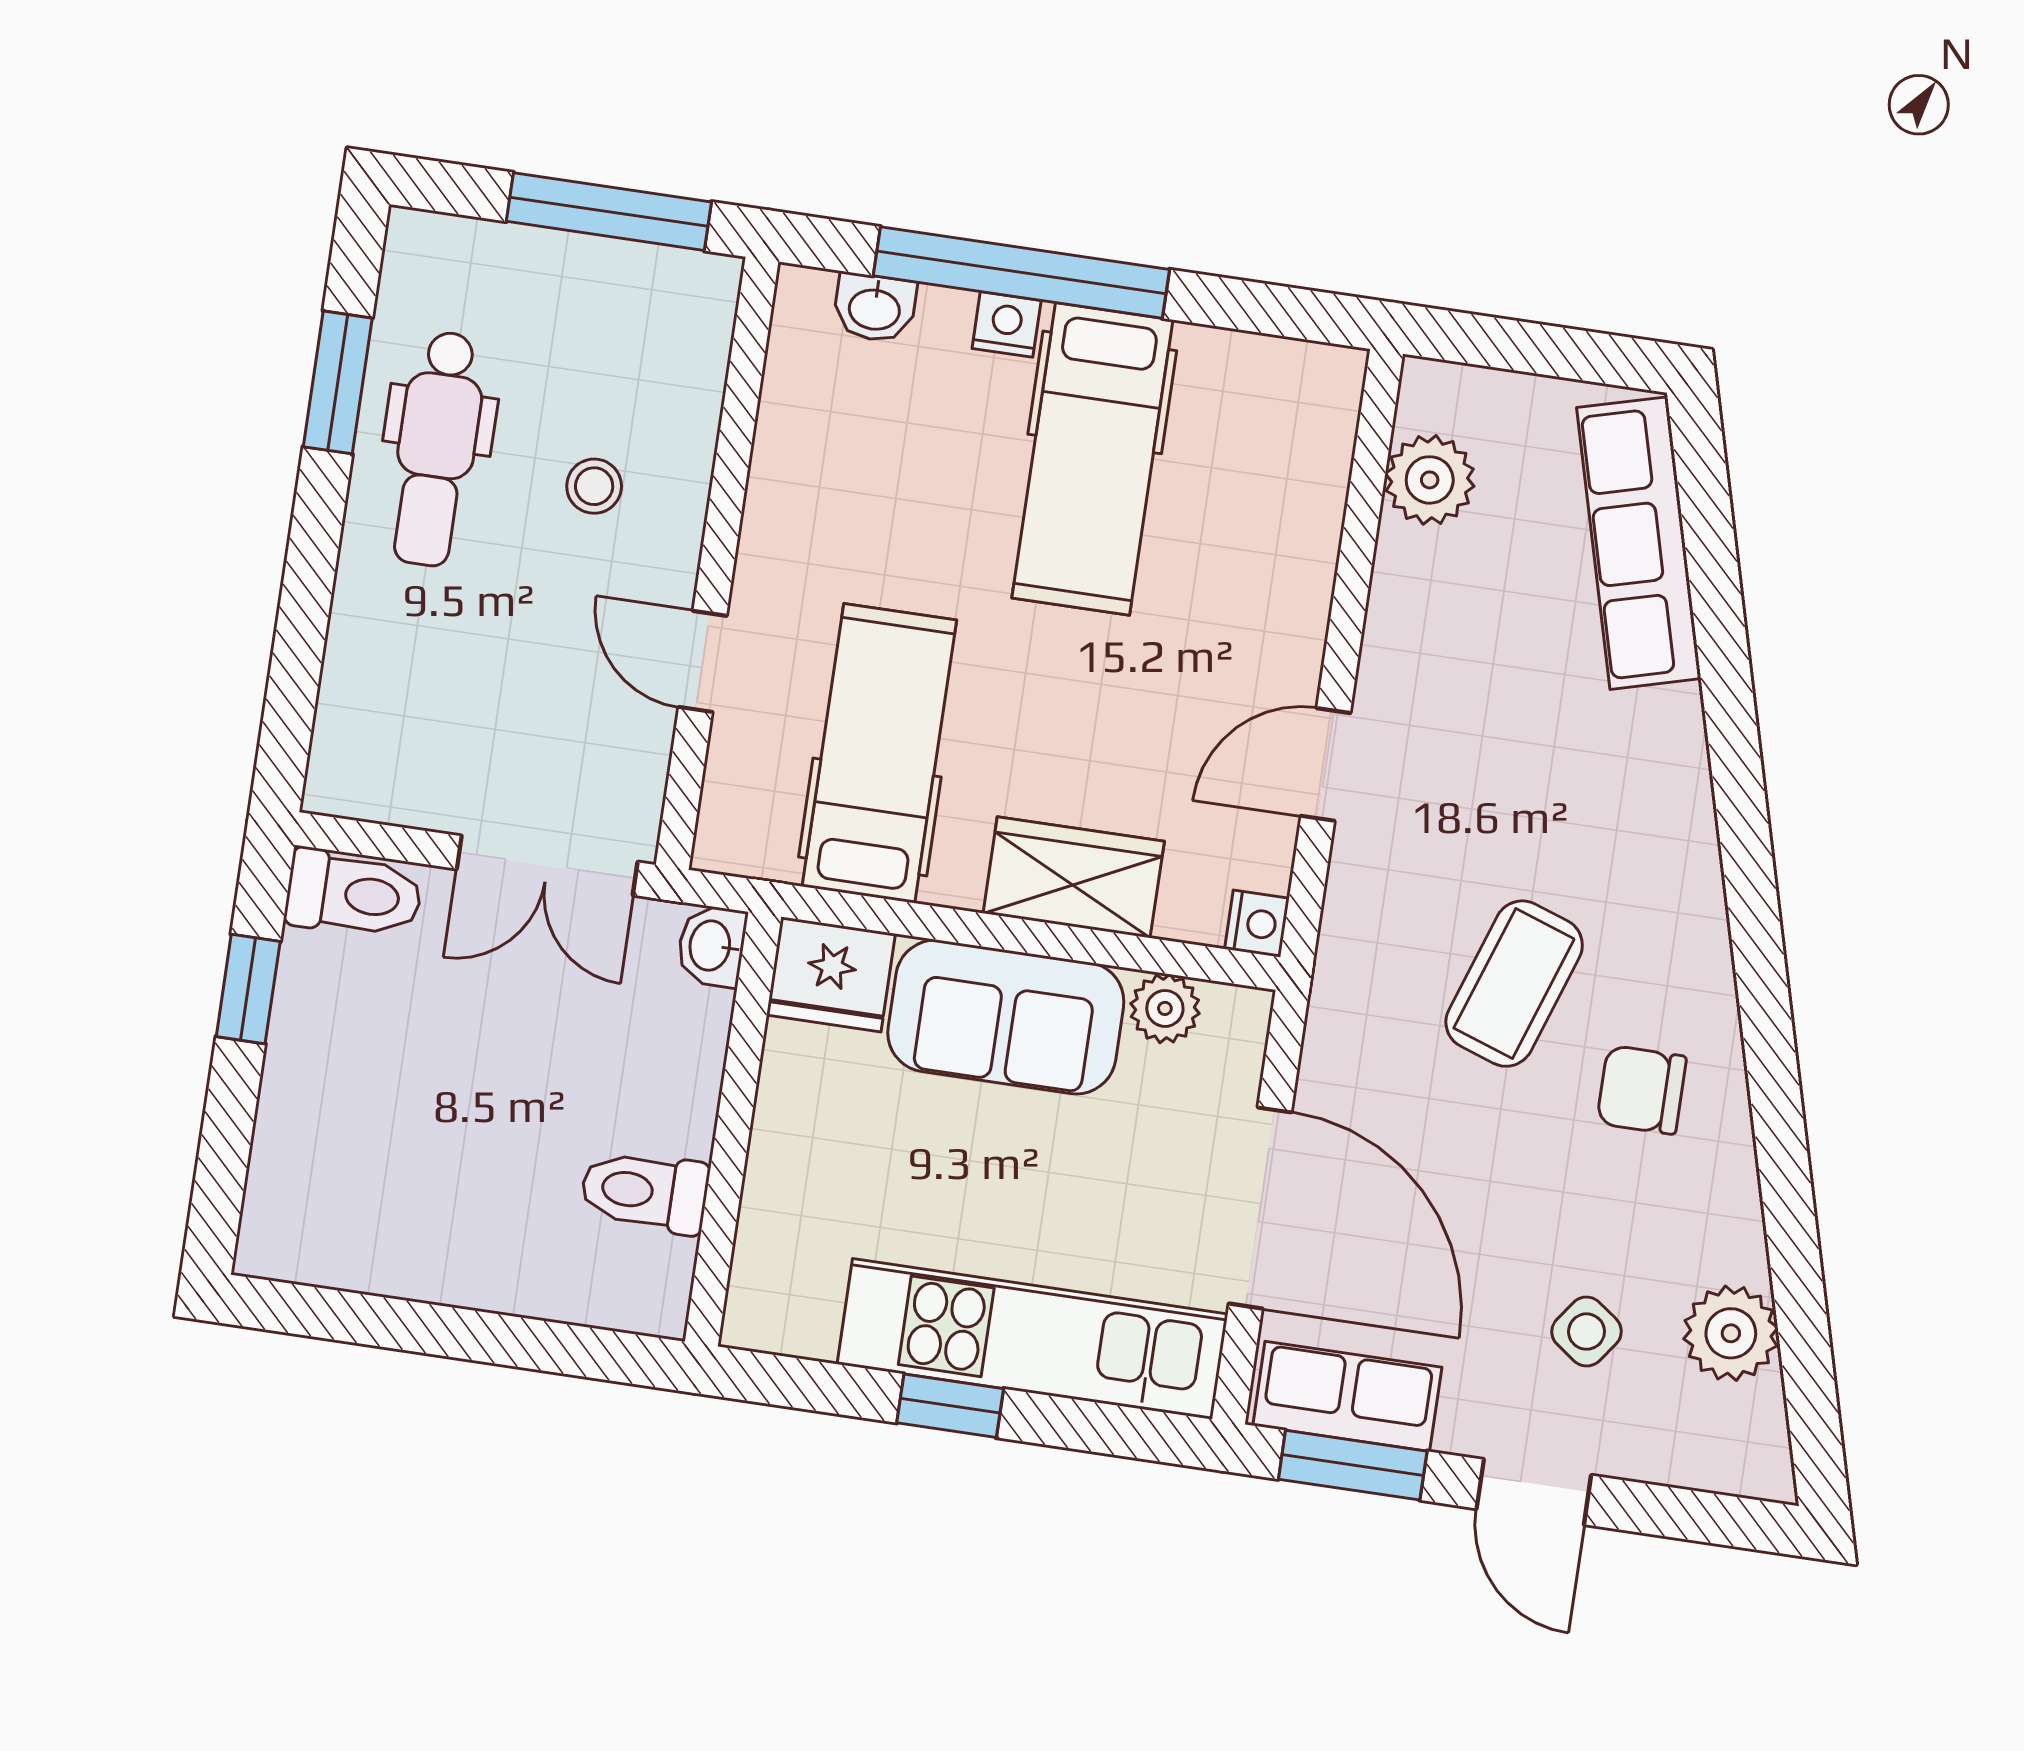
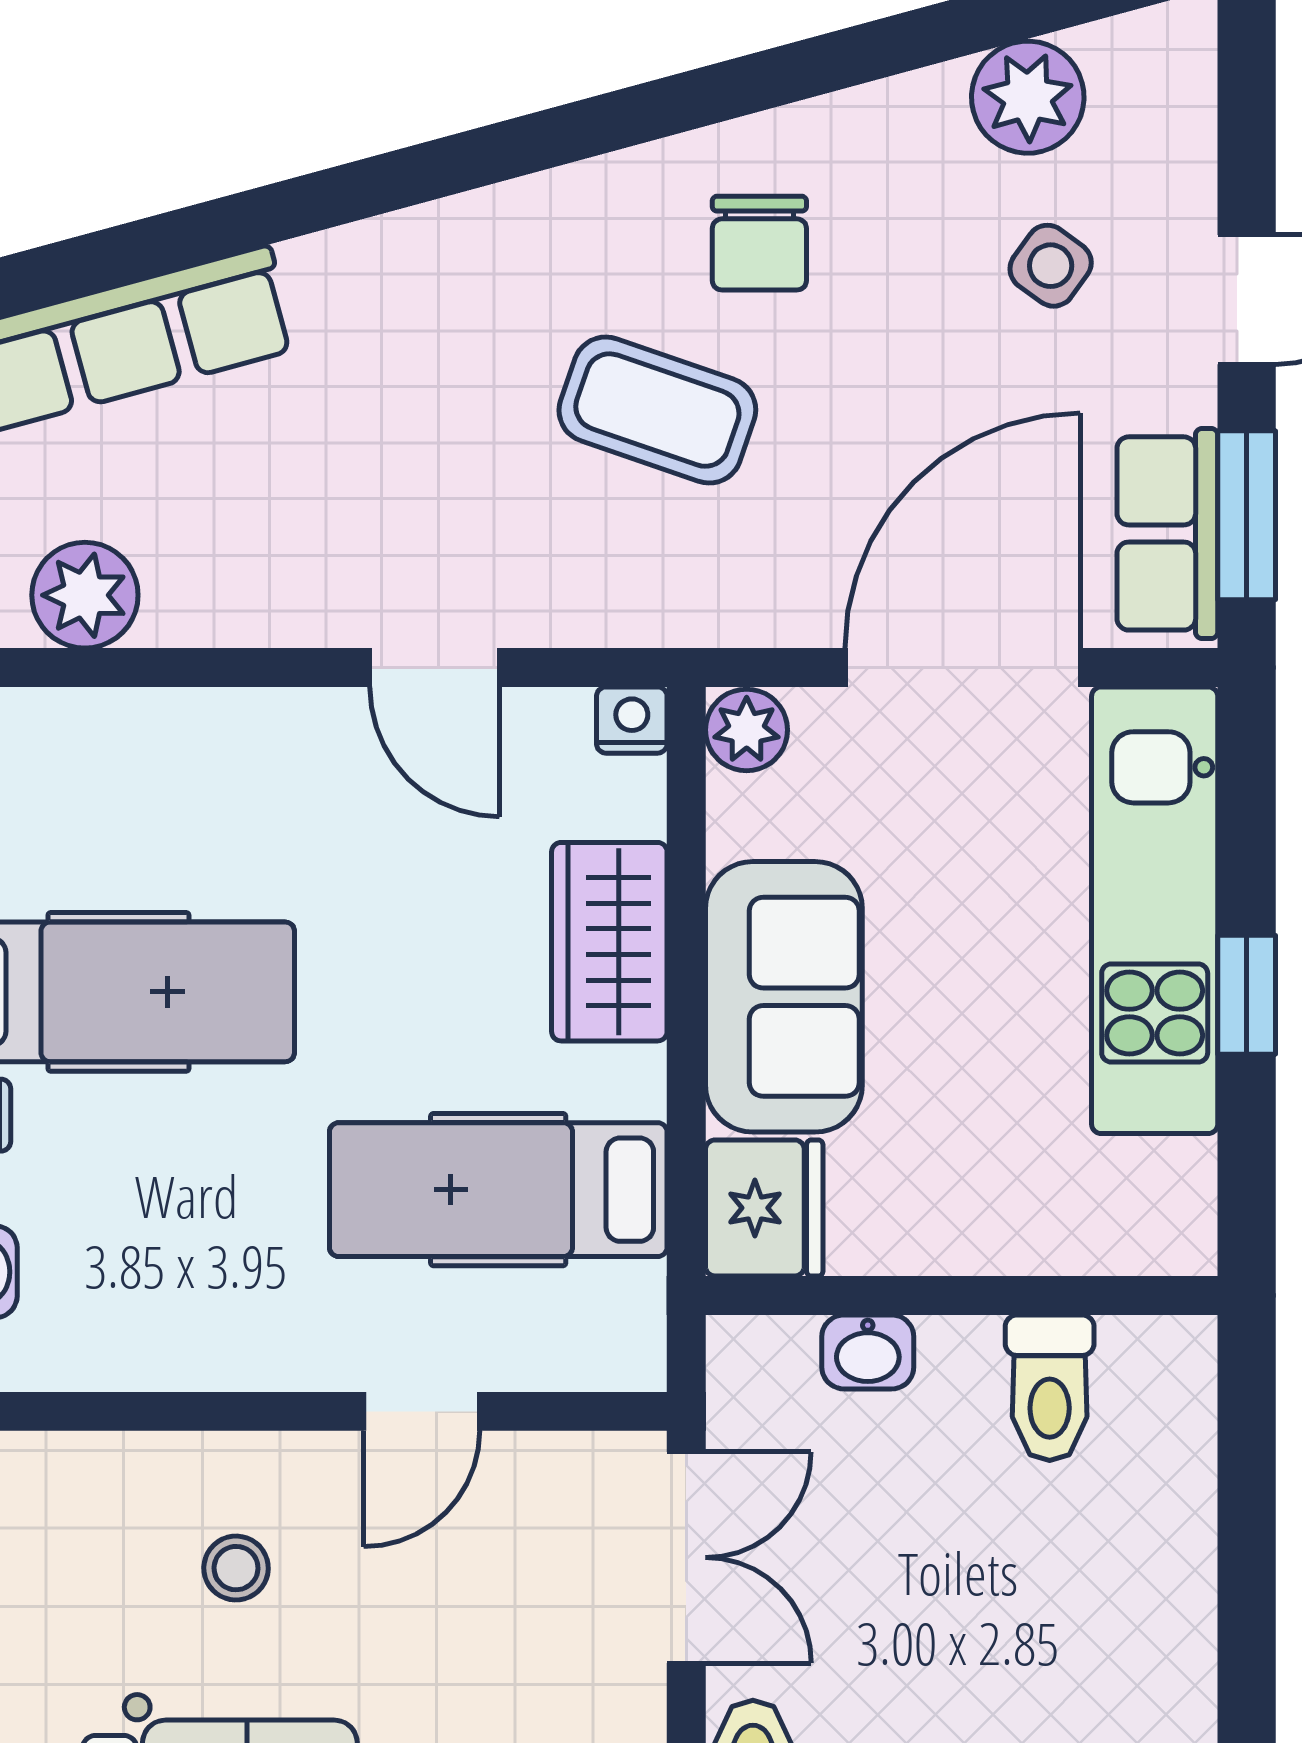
washbasin: (712, 946) -> (868, 1352), moved
plant: (1165, 1008) -> (747, 730), moved

